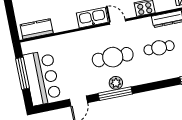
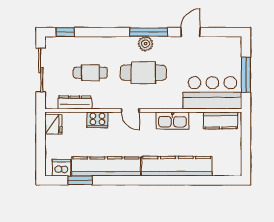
kitchen sink: (92, 18) -> (172, 121), moved
bar counter: (42, 78) -> (212, 93), moved, turned 90

